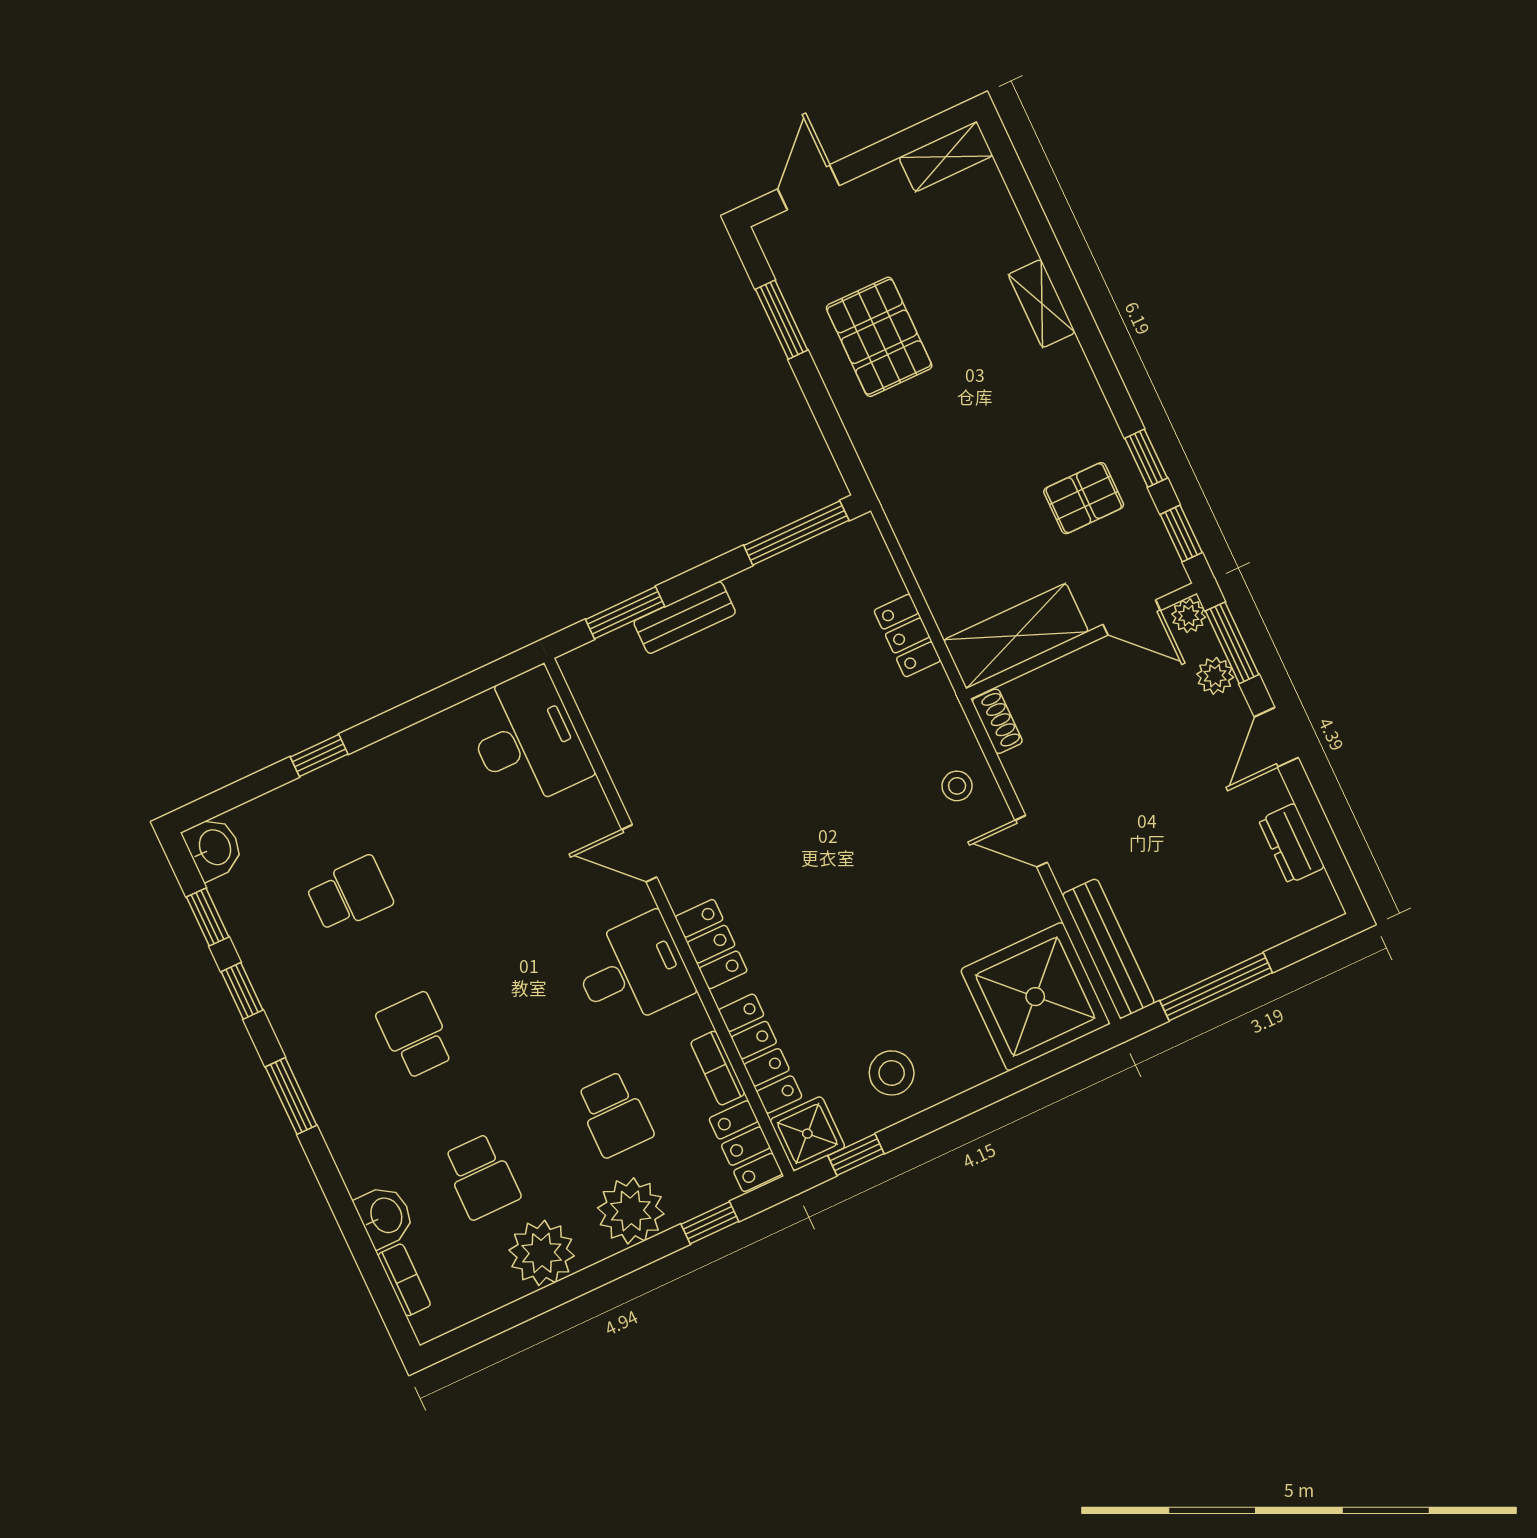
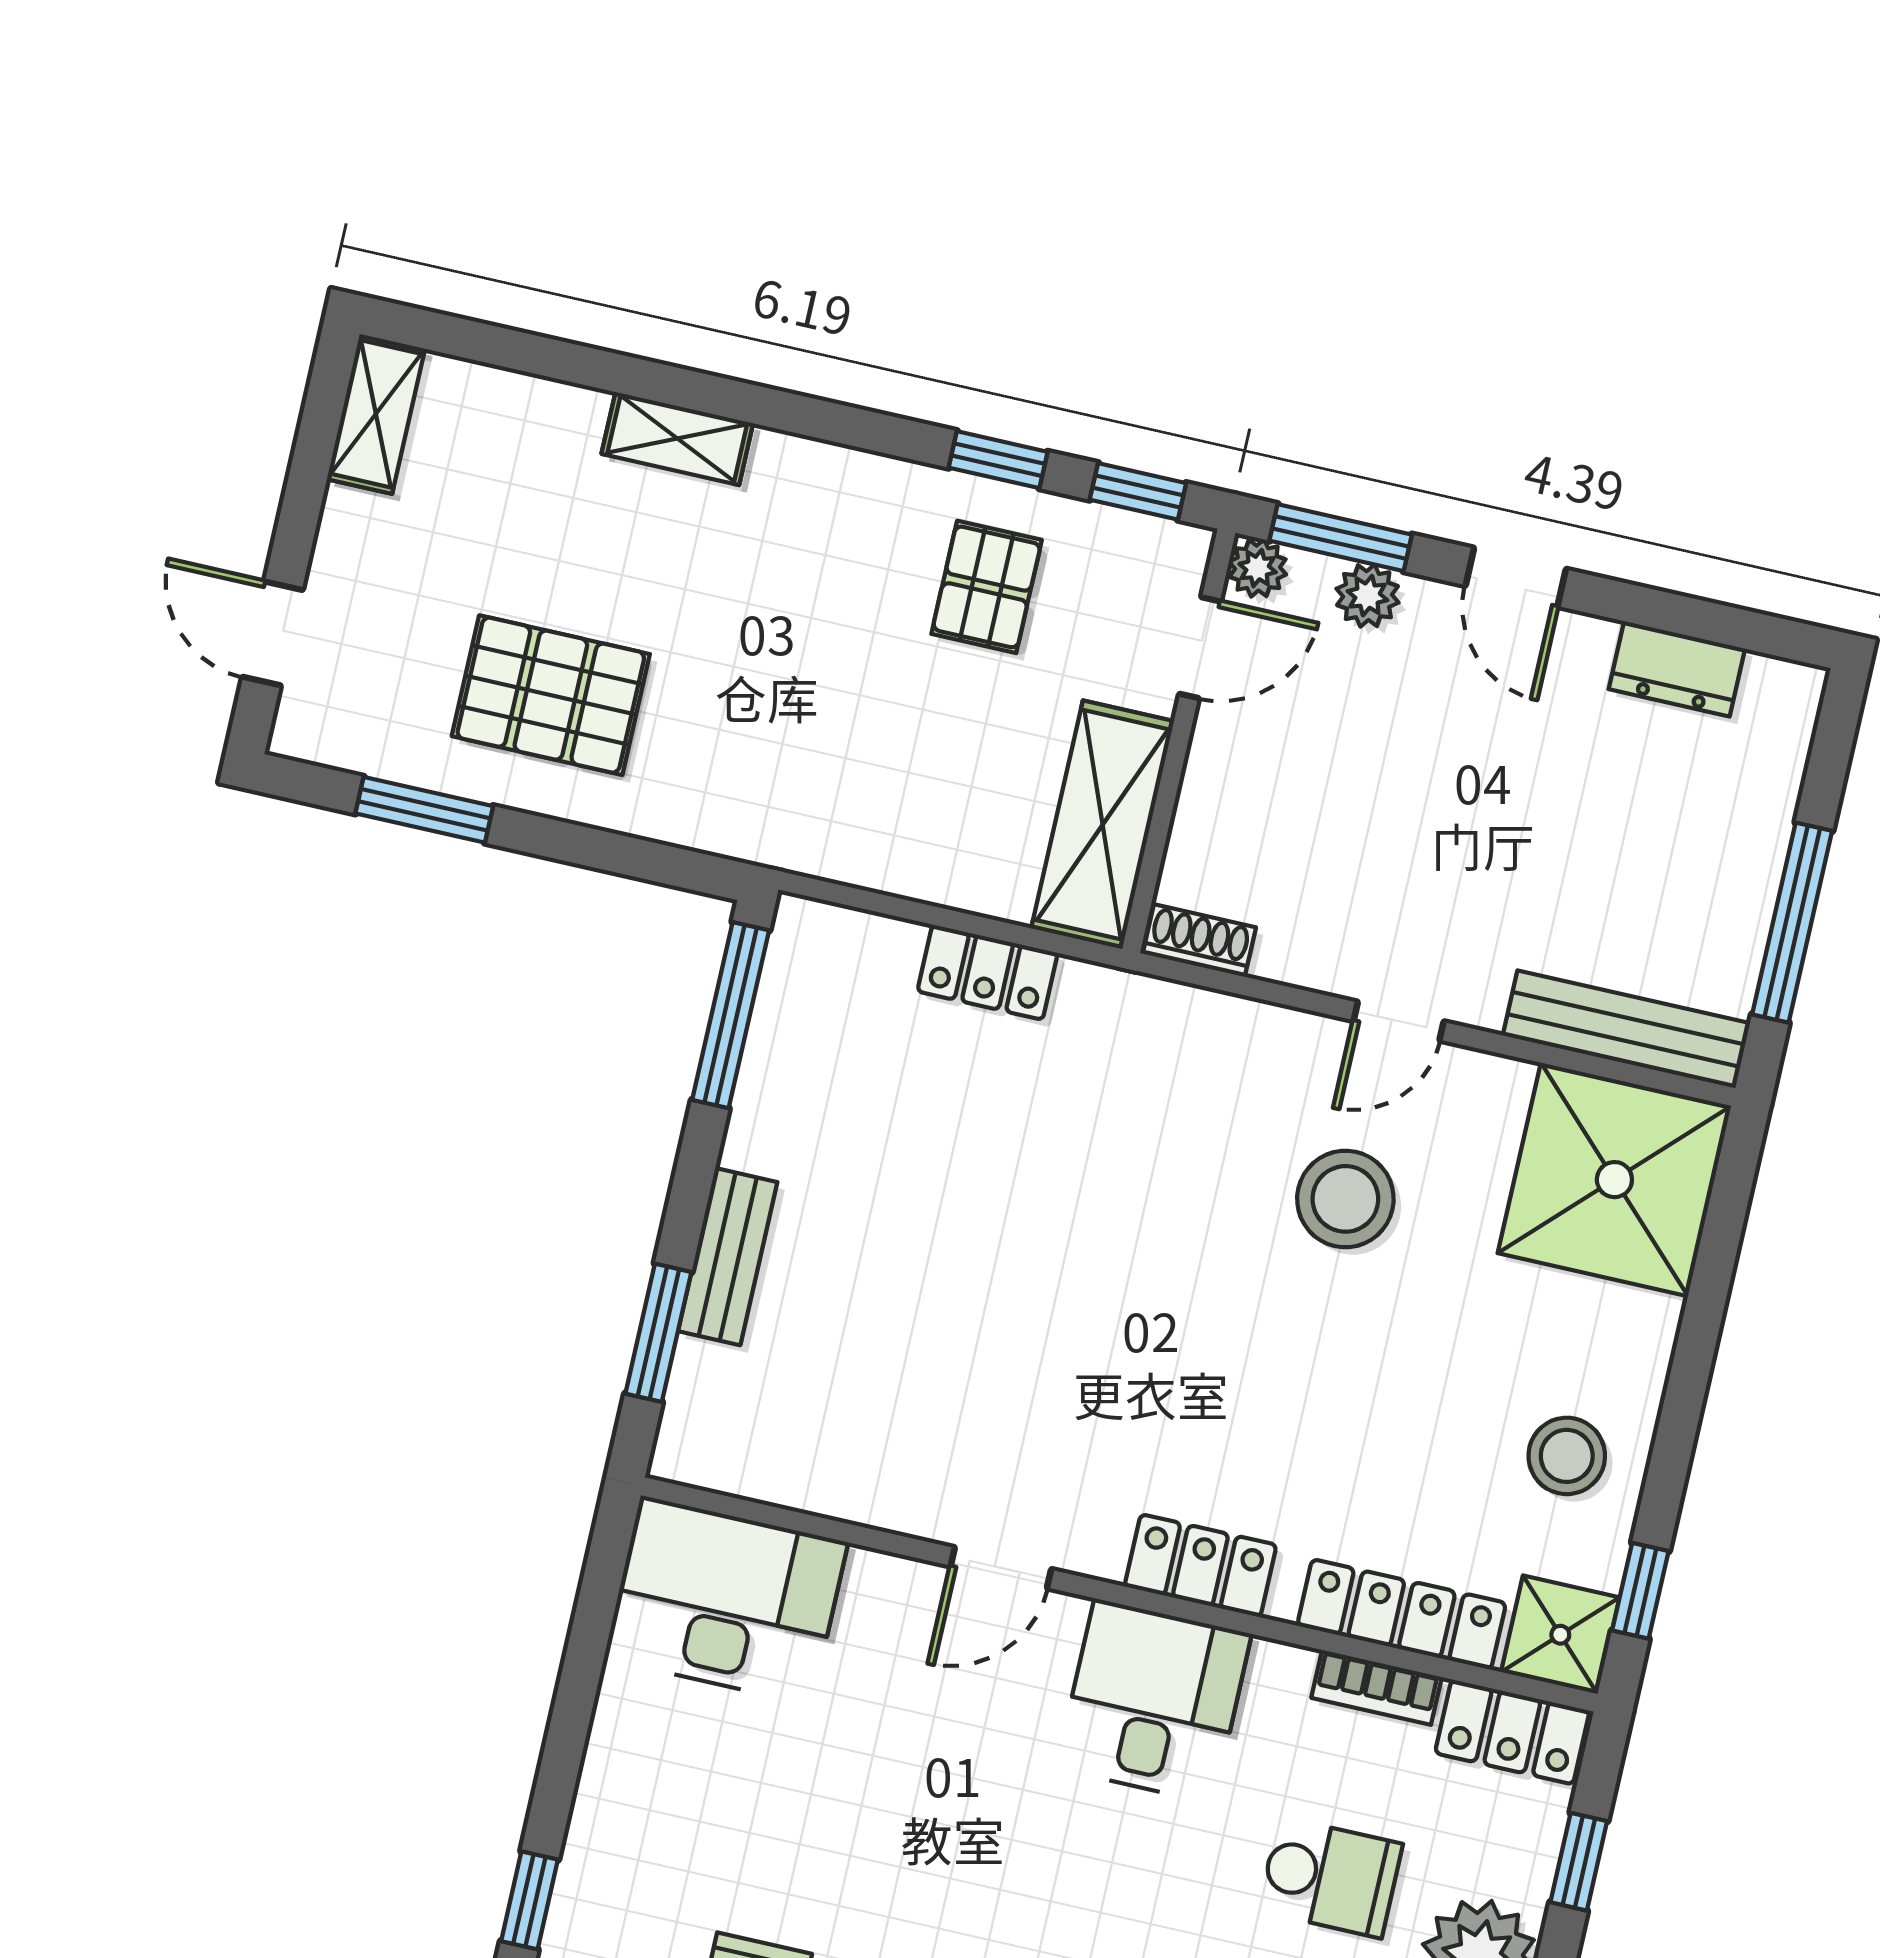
stool: (957, 786) -> (1345, 1199), moved, width x1.89, depth x1.89

